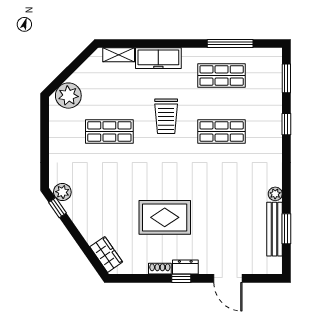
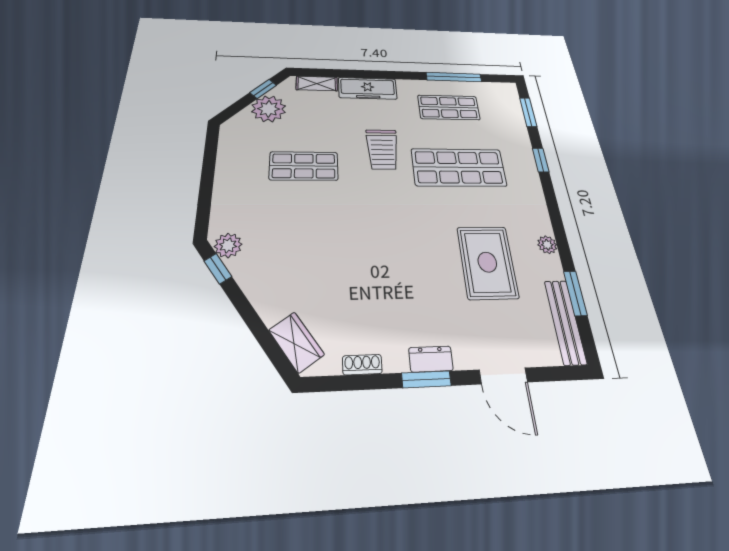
window: (78, 62) -> (263, 89), added
plant: (68, 96) -> (269, 109), moved
shop shelf: (222, 131) -> (459, 167), width x1.43, depth x1.36
rug: (165, 217) -> (487, 262), moved, turned 90
bench: (275, 229) -> (565, 322), moved
shoe rack: (160, 269) -> (362, 365), moved
window: (181, 278) -> (426, 379), width x1.50

